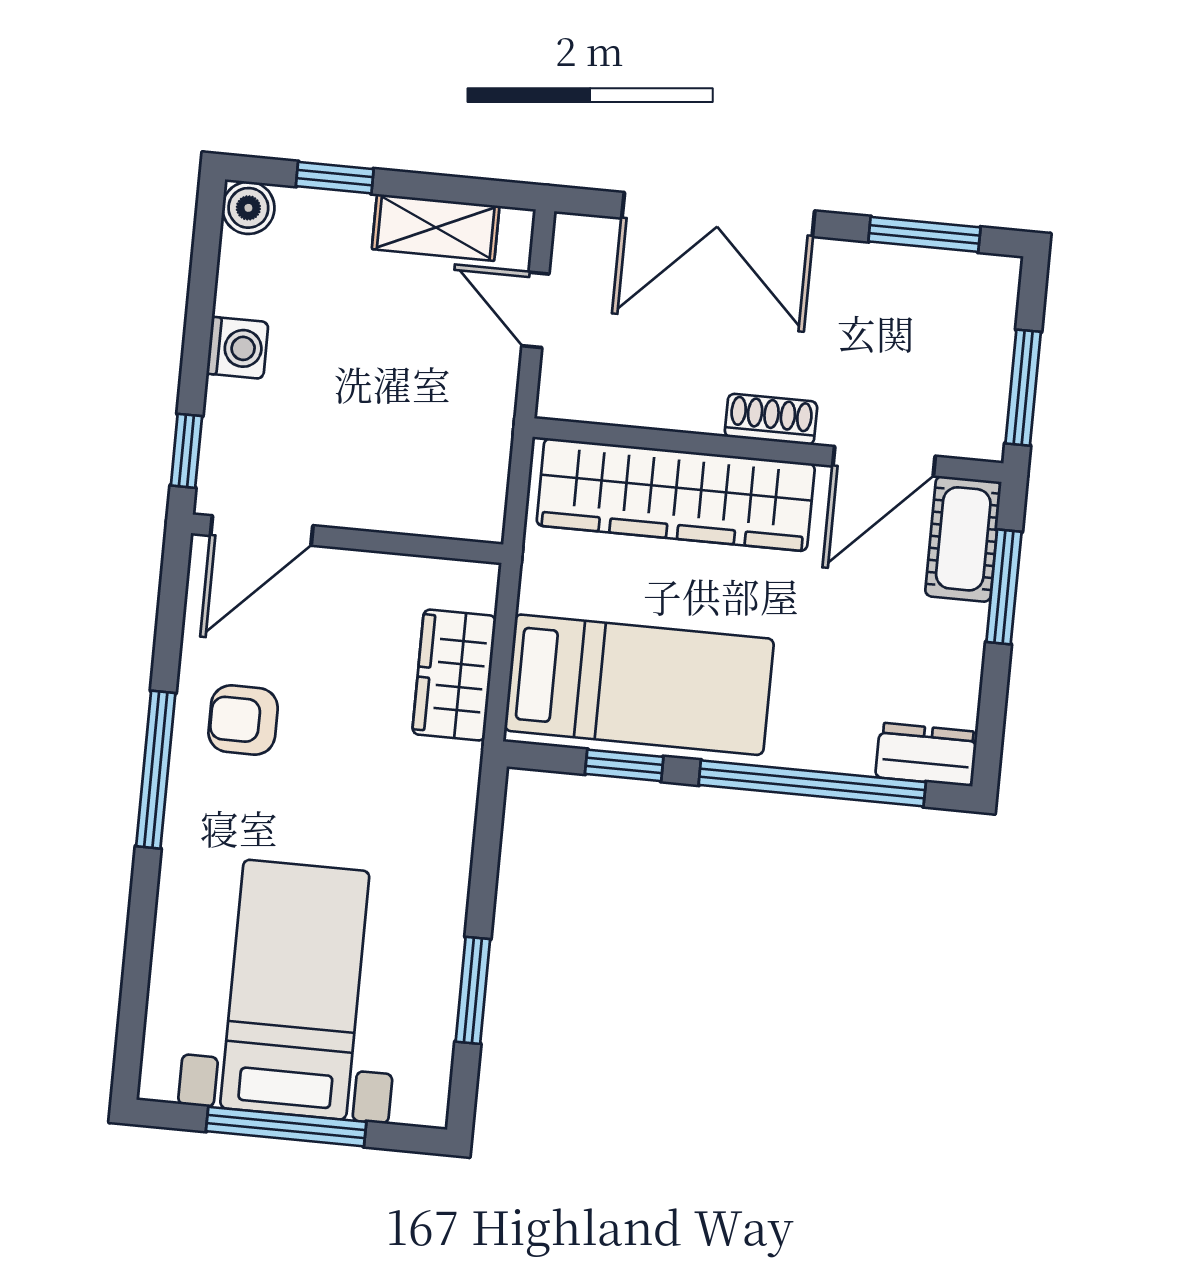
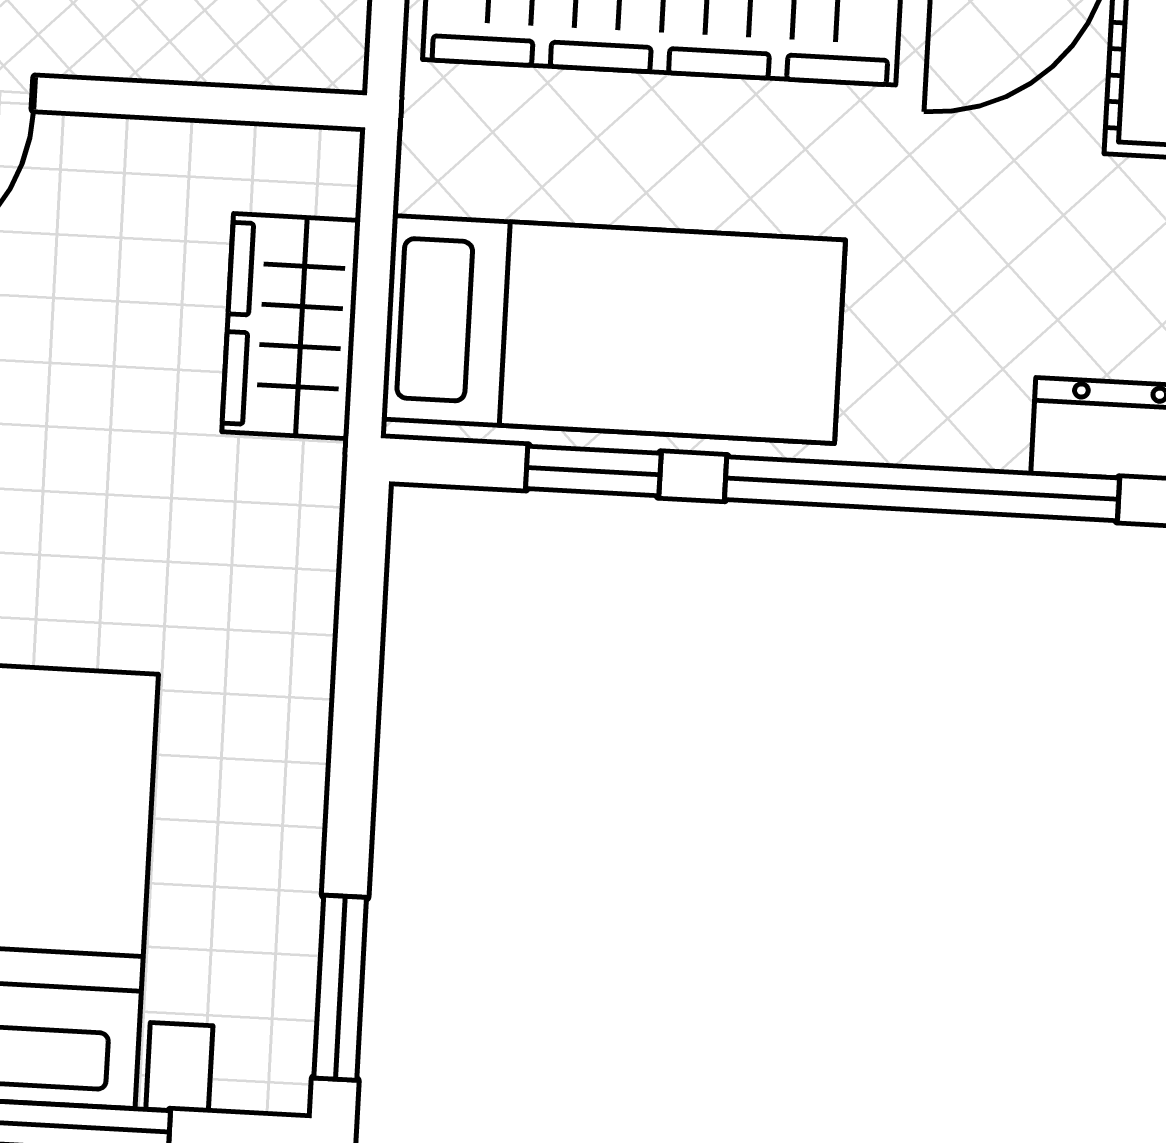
window: (473, 990) -> (340, 988), moved

